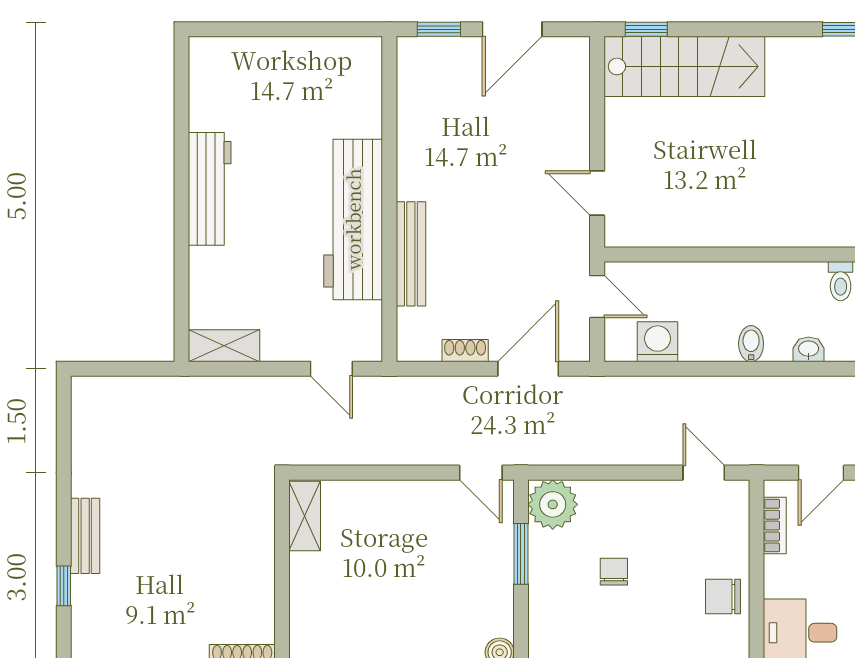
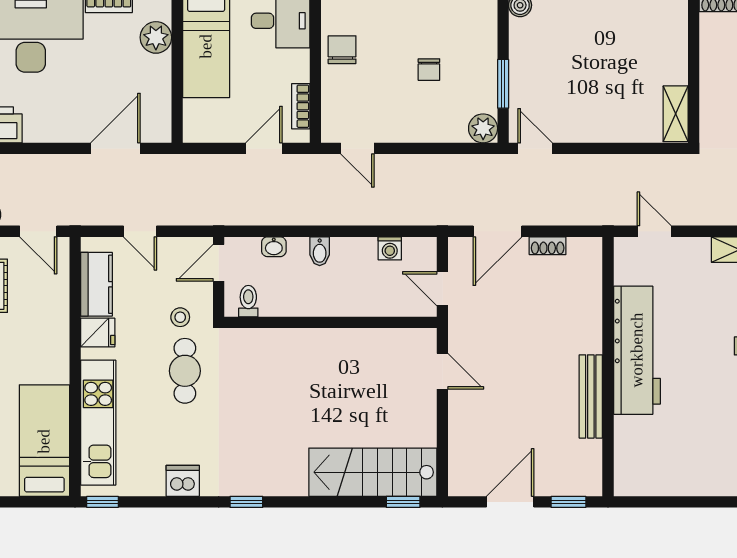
bench: (411, 254) -> (591, 396), moved
washing machine: (658, 342) -> (390, 248), width x0.73, depth x0.73
plant: (553, 504) -> (483, 128), width x0.73, depth x0.73
chair: (723, 597) -> (342, 50), turned -90

